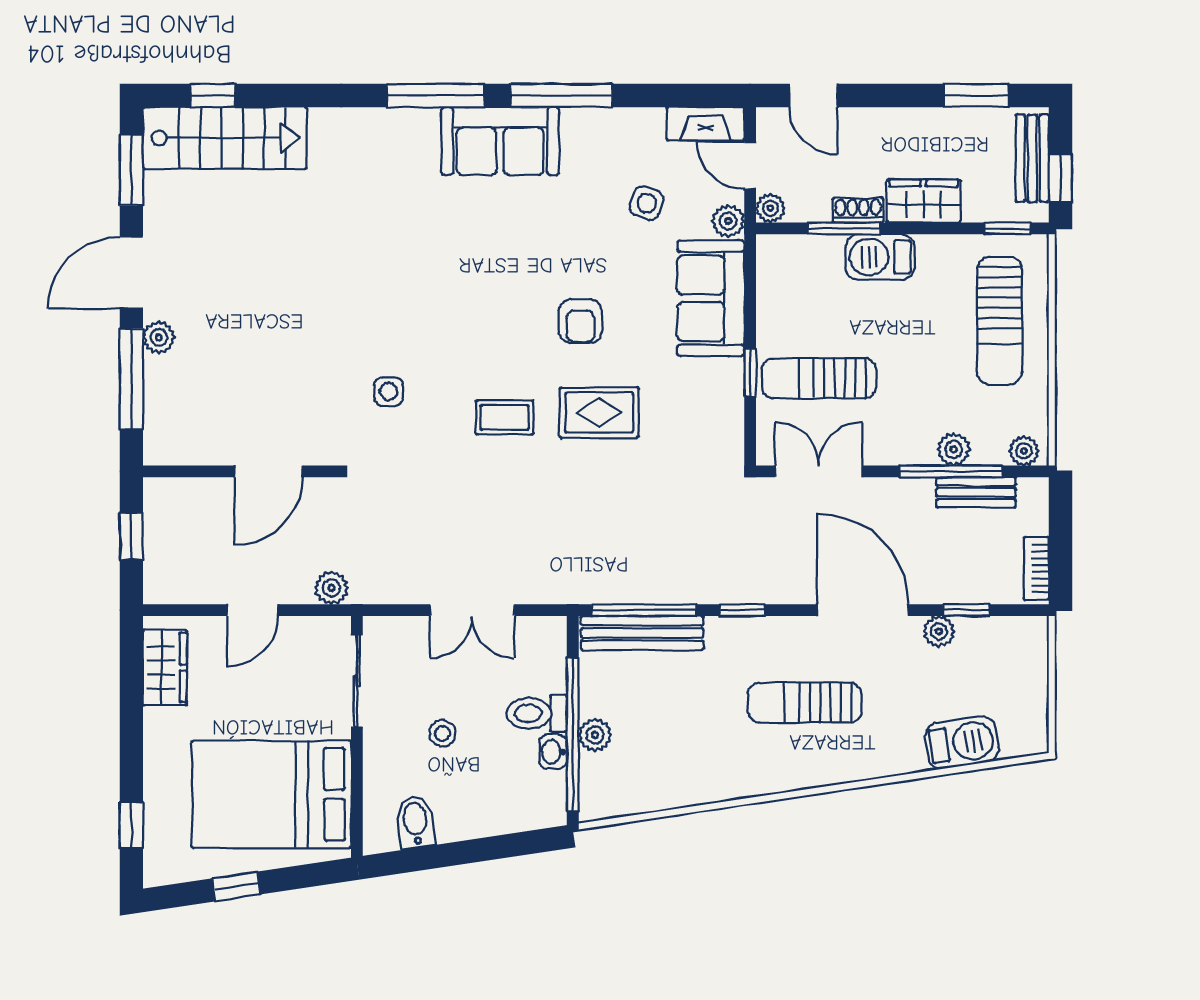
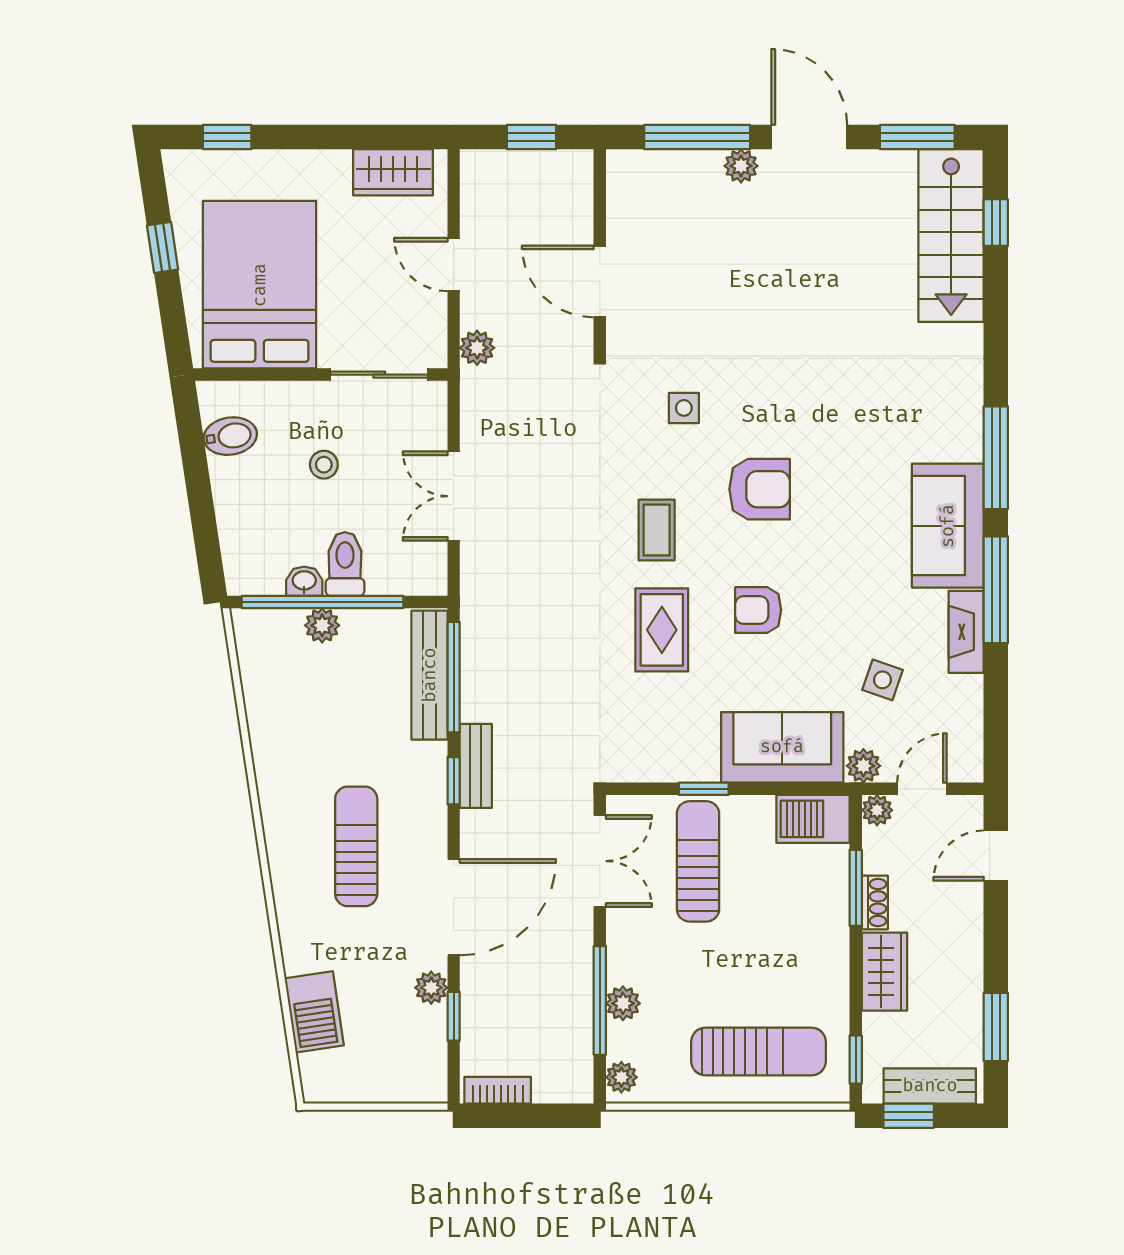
fireplace: (705, 124) -> (966, 632), moved
barbecue: (880, 257) -> (813, 819), moved, turned -90
armchair: (466, 320) -> (760, 489), added
sun lounger: (999, 321) -> (758, 1052), turned 180
bench: (976, 492) -> (476, 766), moved

